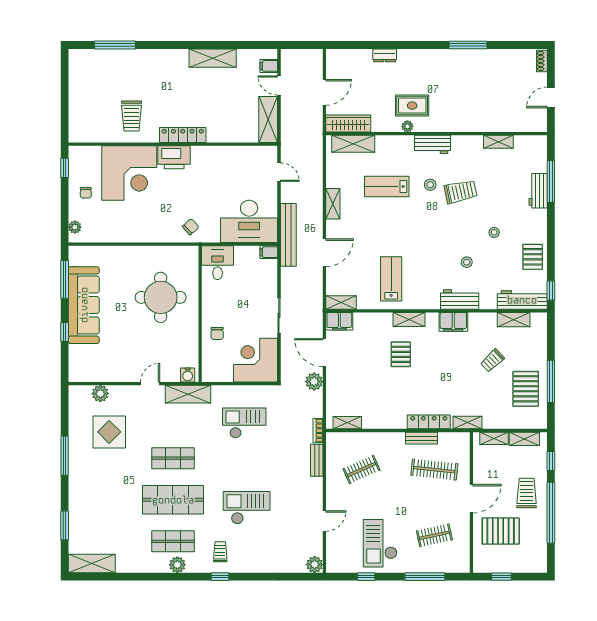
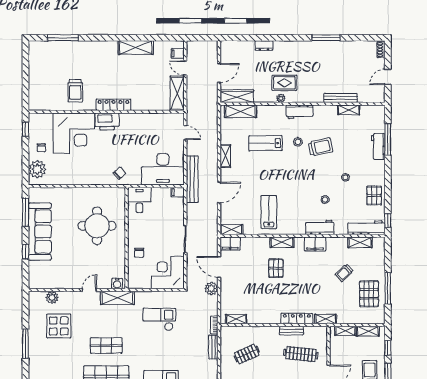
bench: (488, 126) -> (341, 98), added
plant: (75, 227) -> (37, 169), width x1.87, depth x1.87

